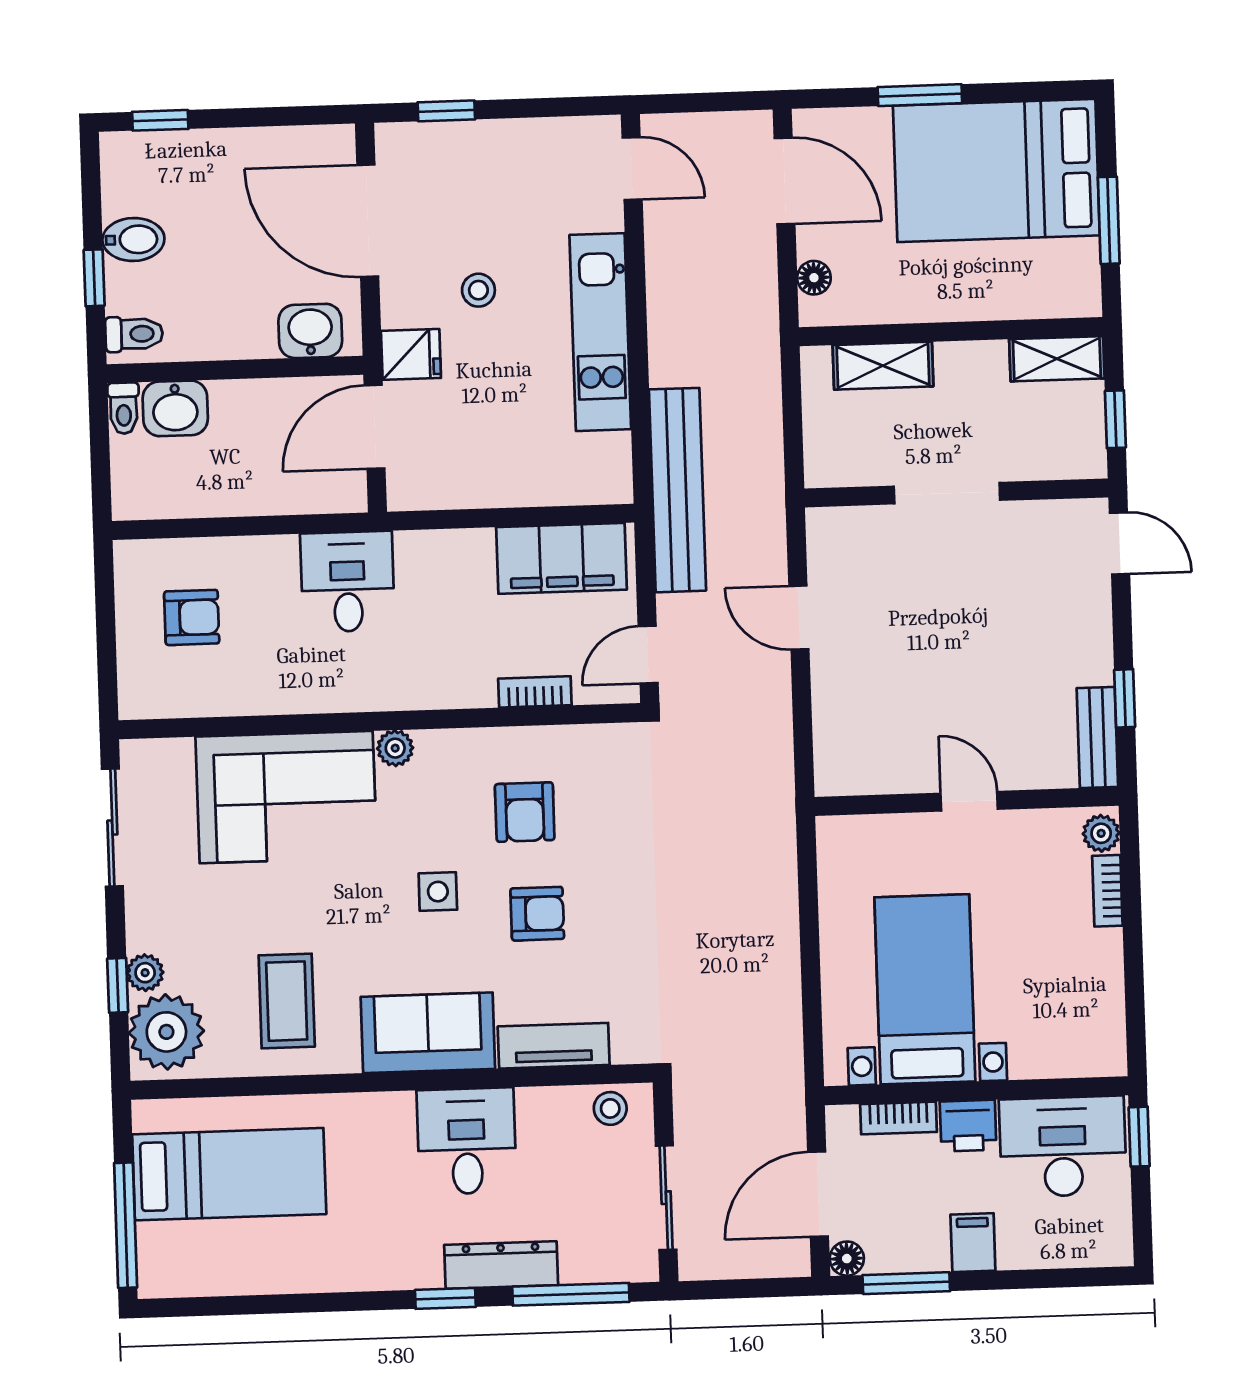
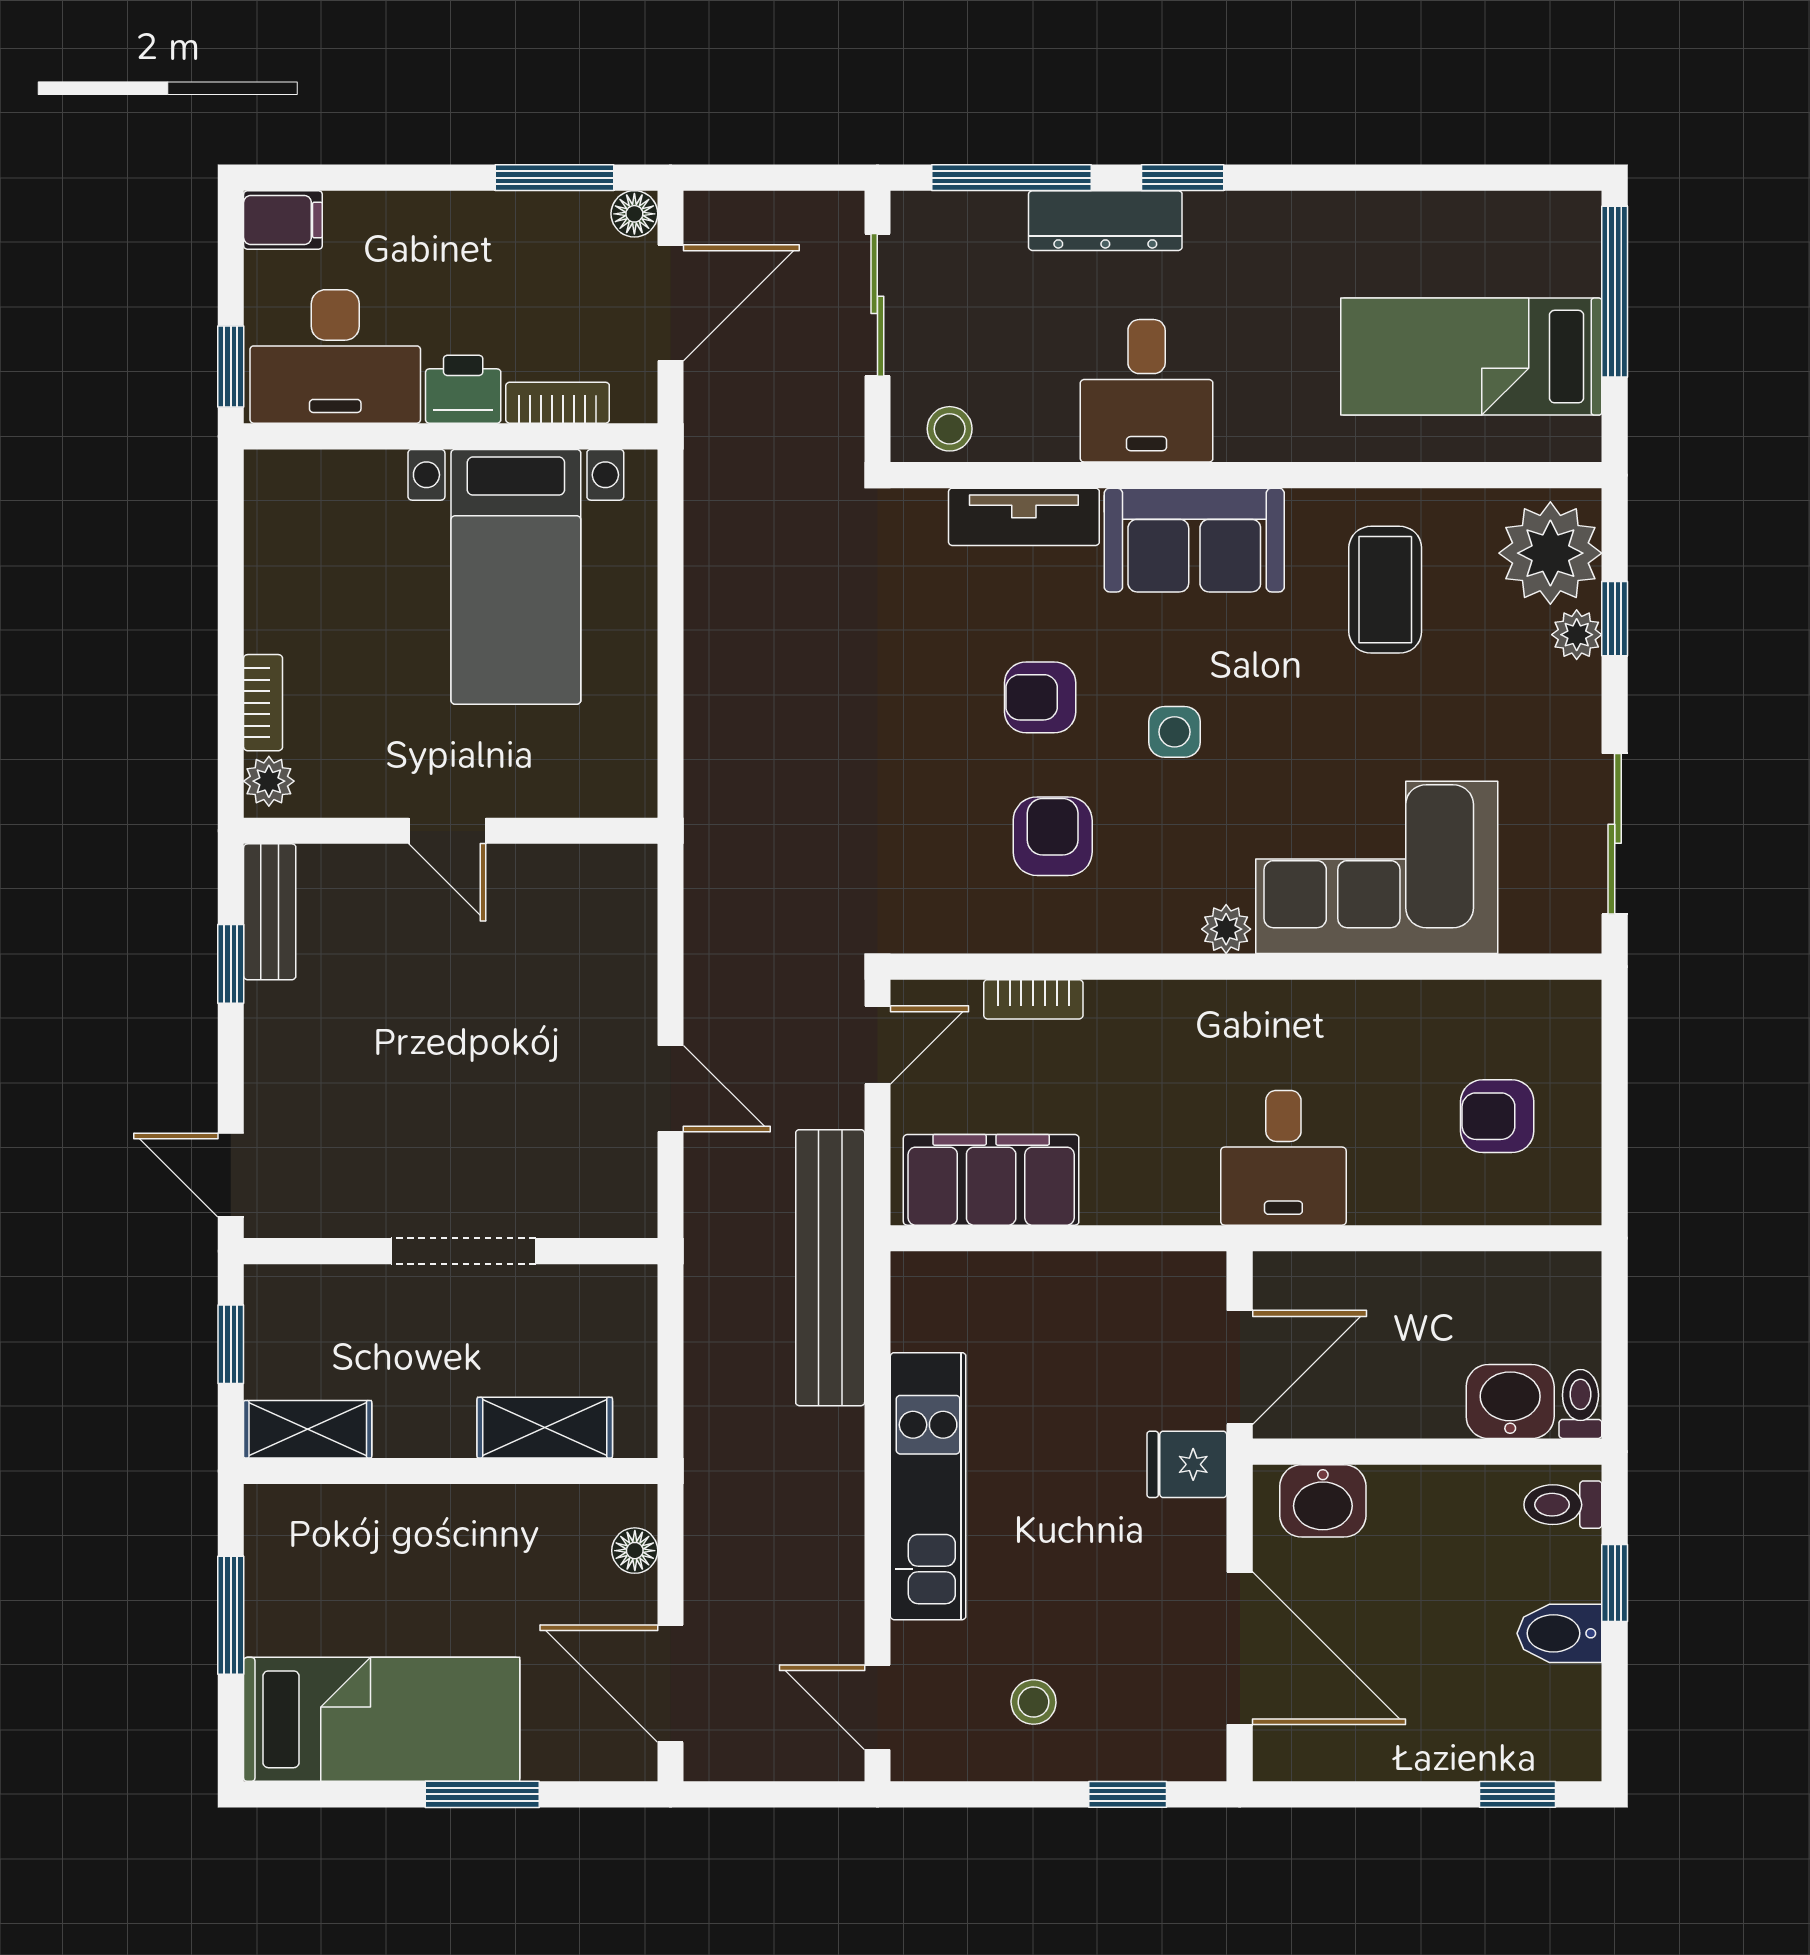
bed: (996, 170) -> (382, 1719), width x0.67
stool: (478, 290) -> (1034, 1702), moved
filing cabinet: (973, 1243) -> (283, 220), moved, turned -90

